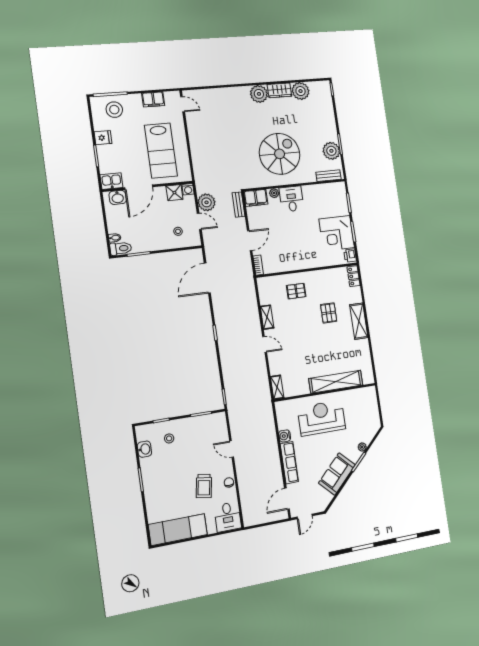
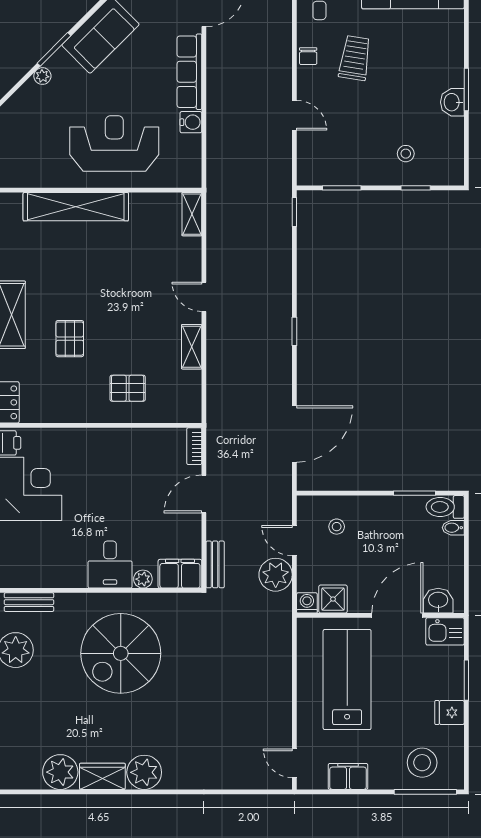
reception desk: (322, 418) -> (114, 144), turned 180
washbasin: (144, 449) -> (452, 102), moved

